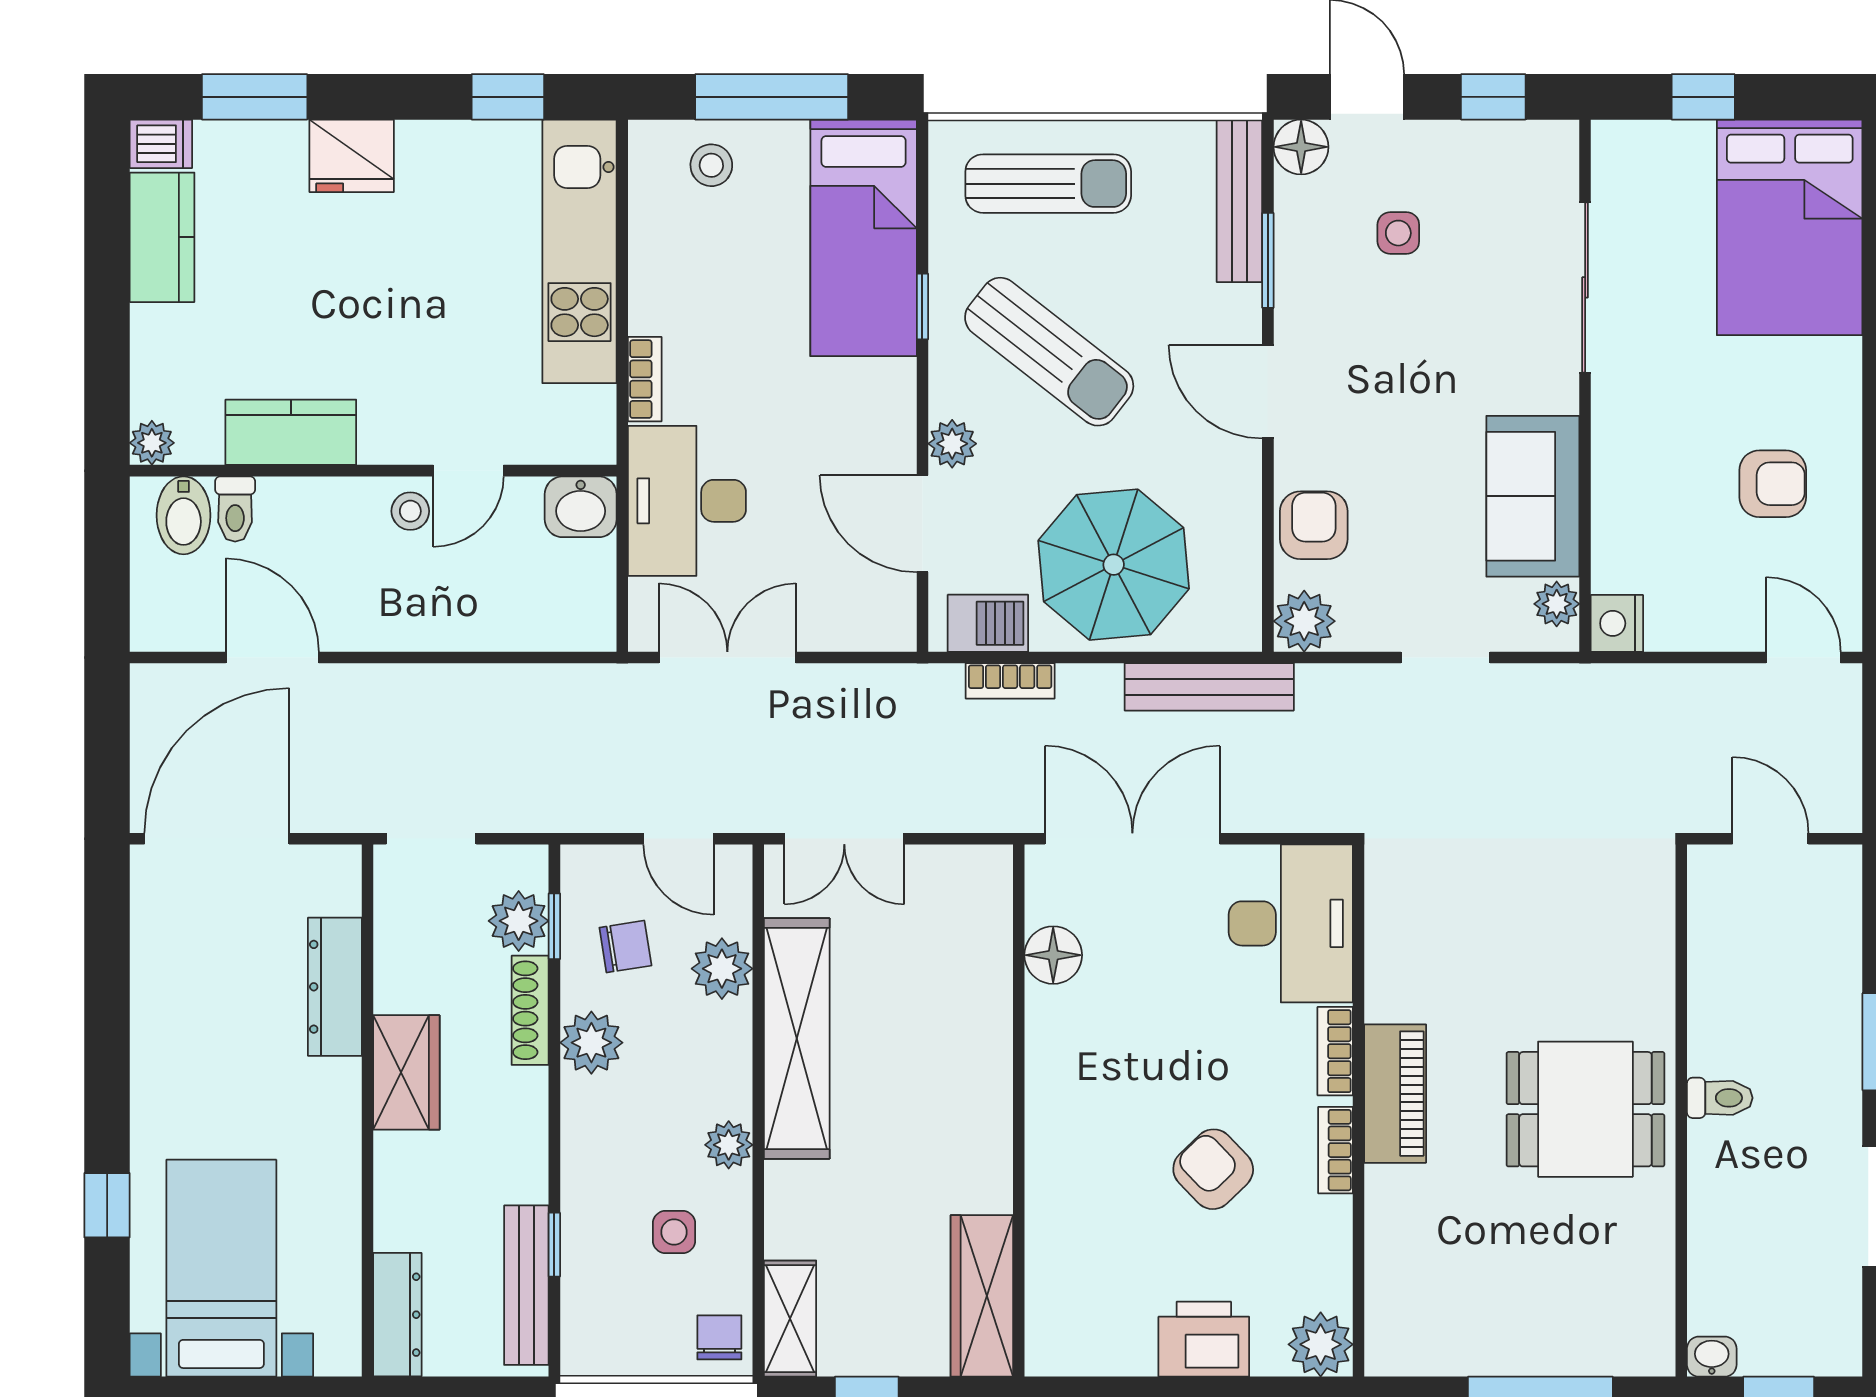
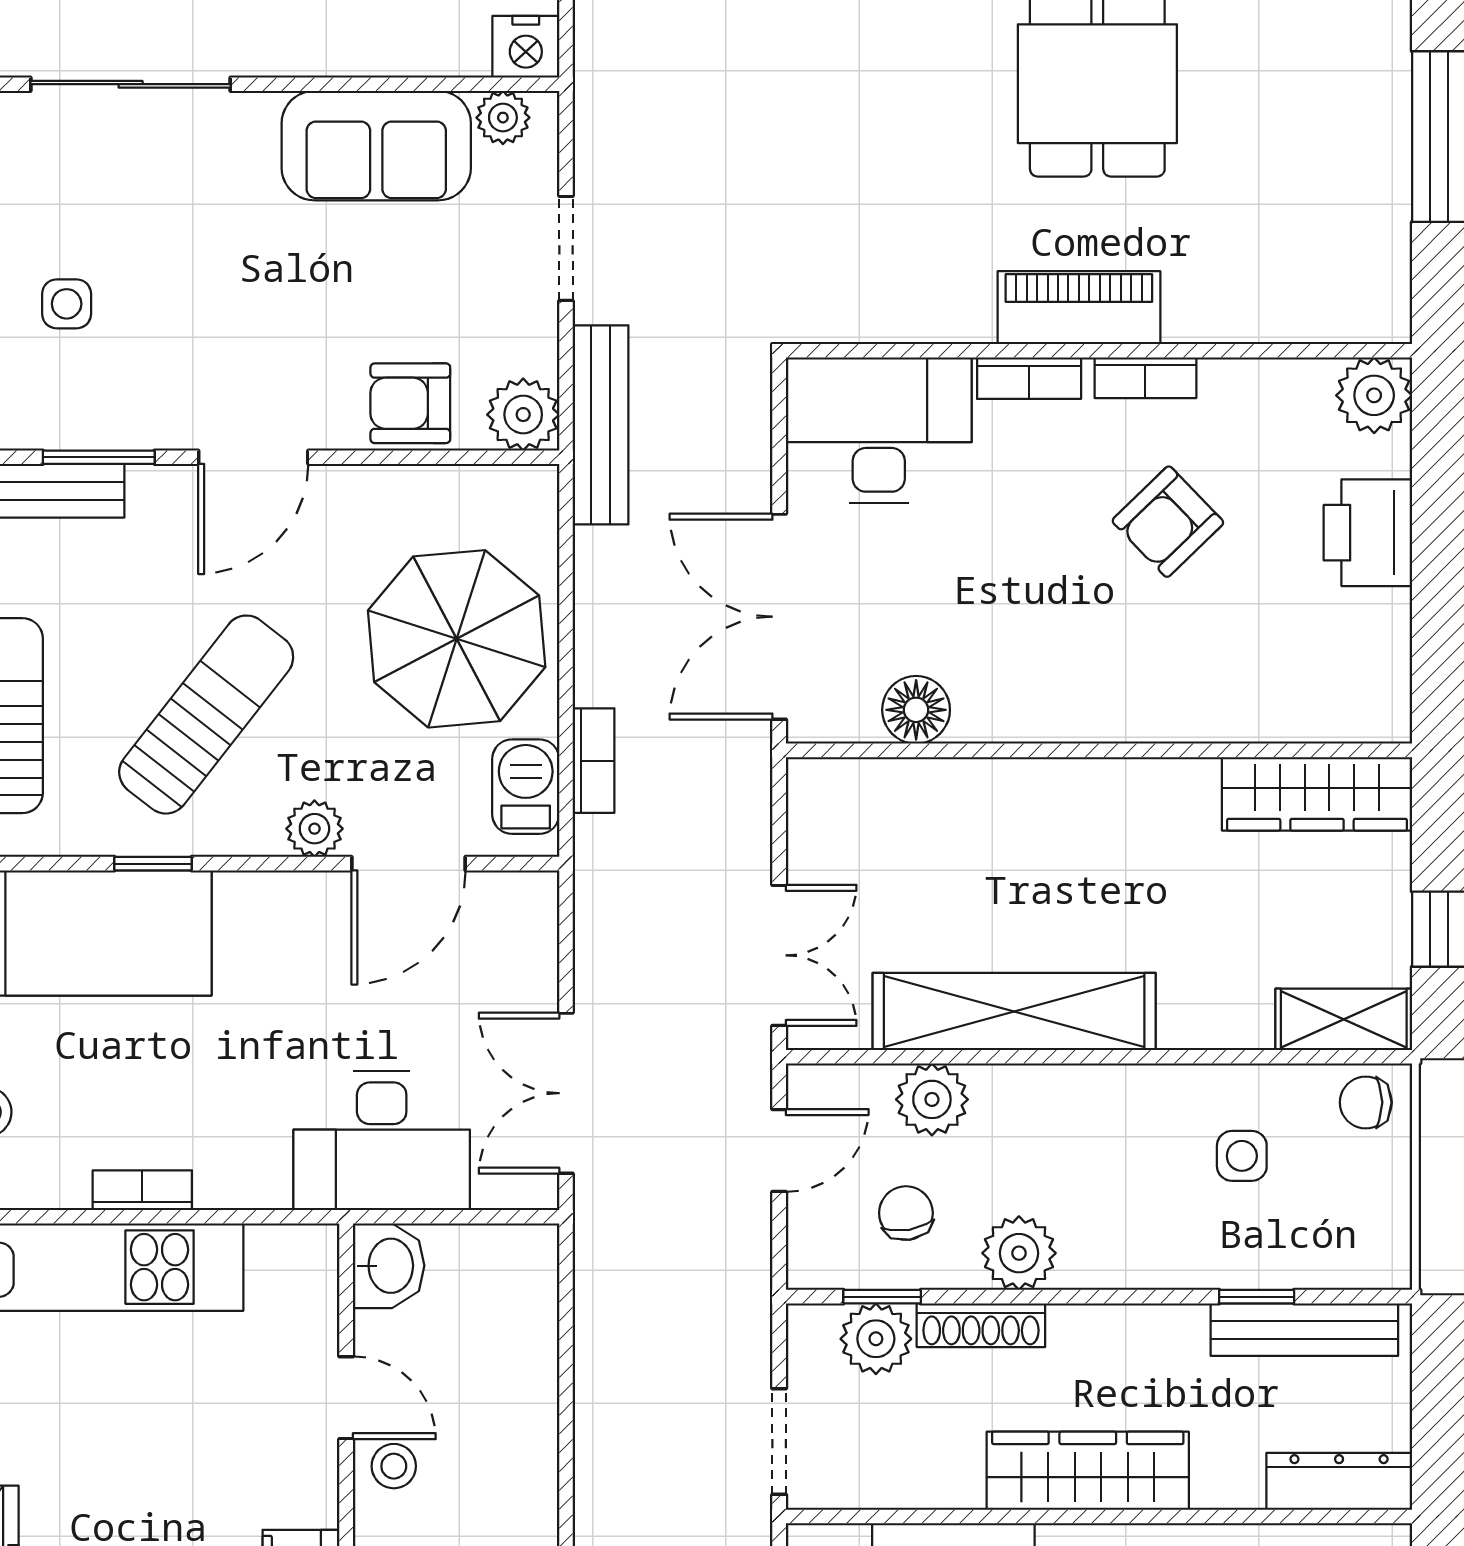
bookcase: (645, 379) -> (142, 1190), moved
bench: (1209, 687) -> (601, 425), moved
wardrobe: (406, 1072) -> (1088, 1471), width x1.50
plant: (729, 1145) -> (1139, 1092), removed

